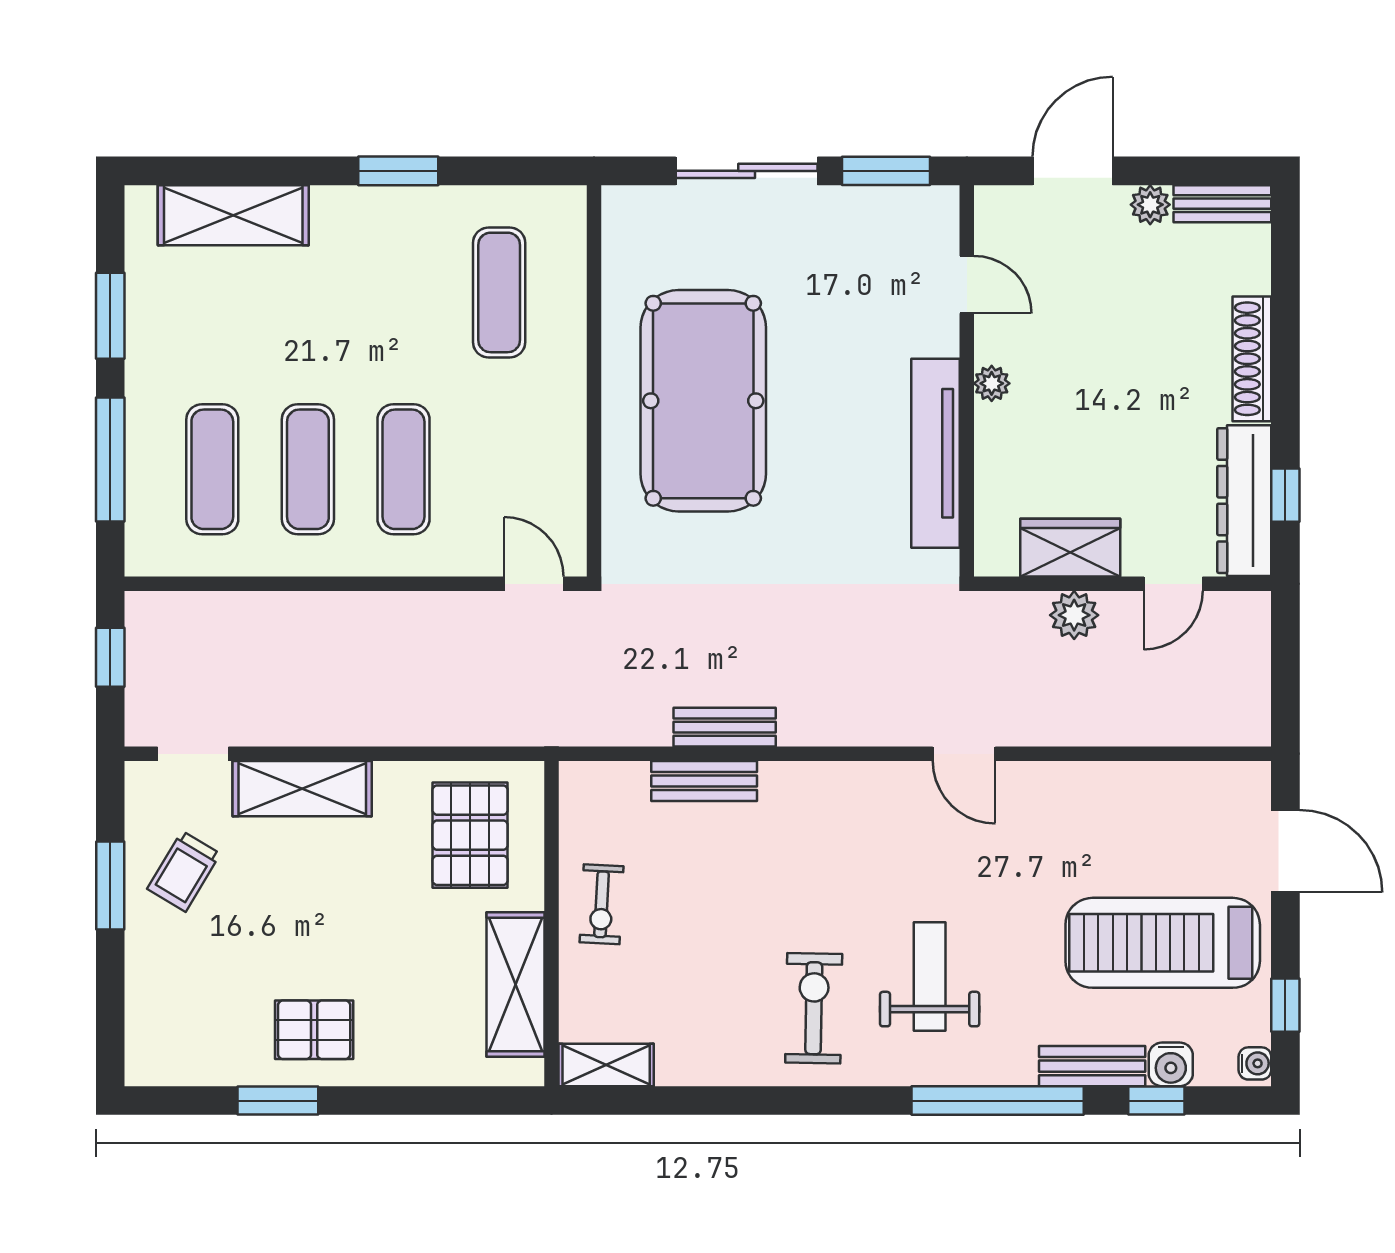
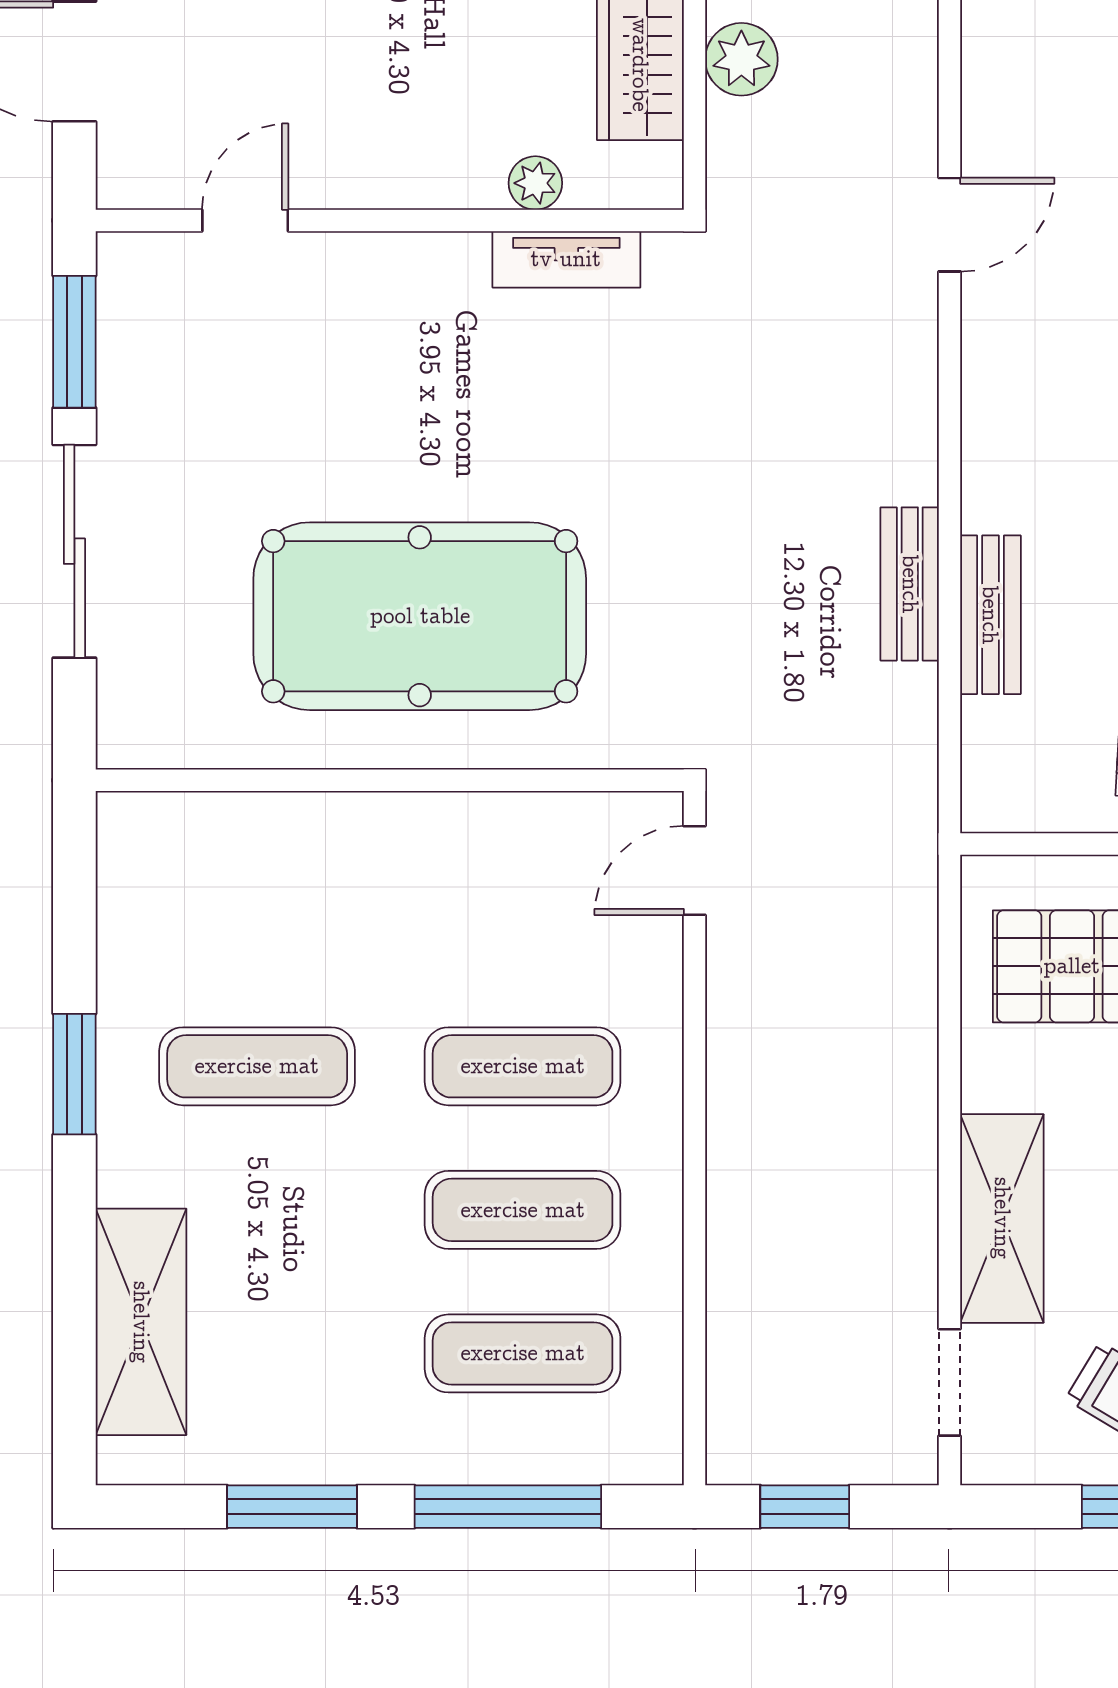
exercise mat: (499, 292) -> (257, 1066), moved
plant: (992, 383) -> (535, 183), moved
tv unit: (936, 453) -> (566, 259), width x0.52, depth x0.78

